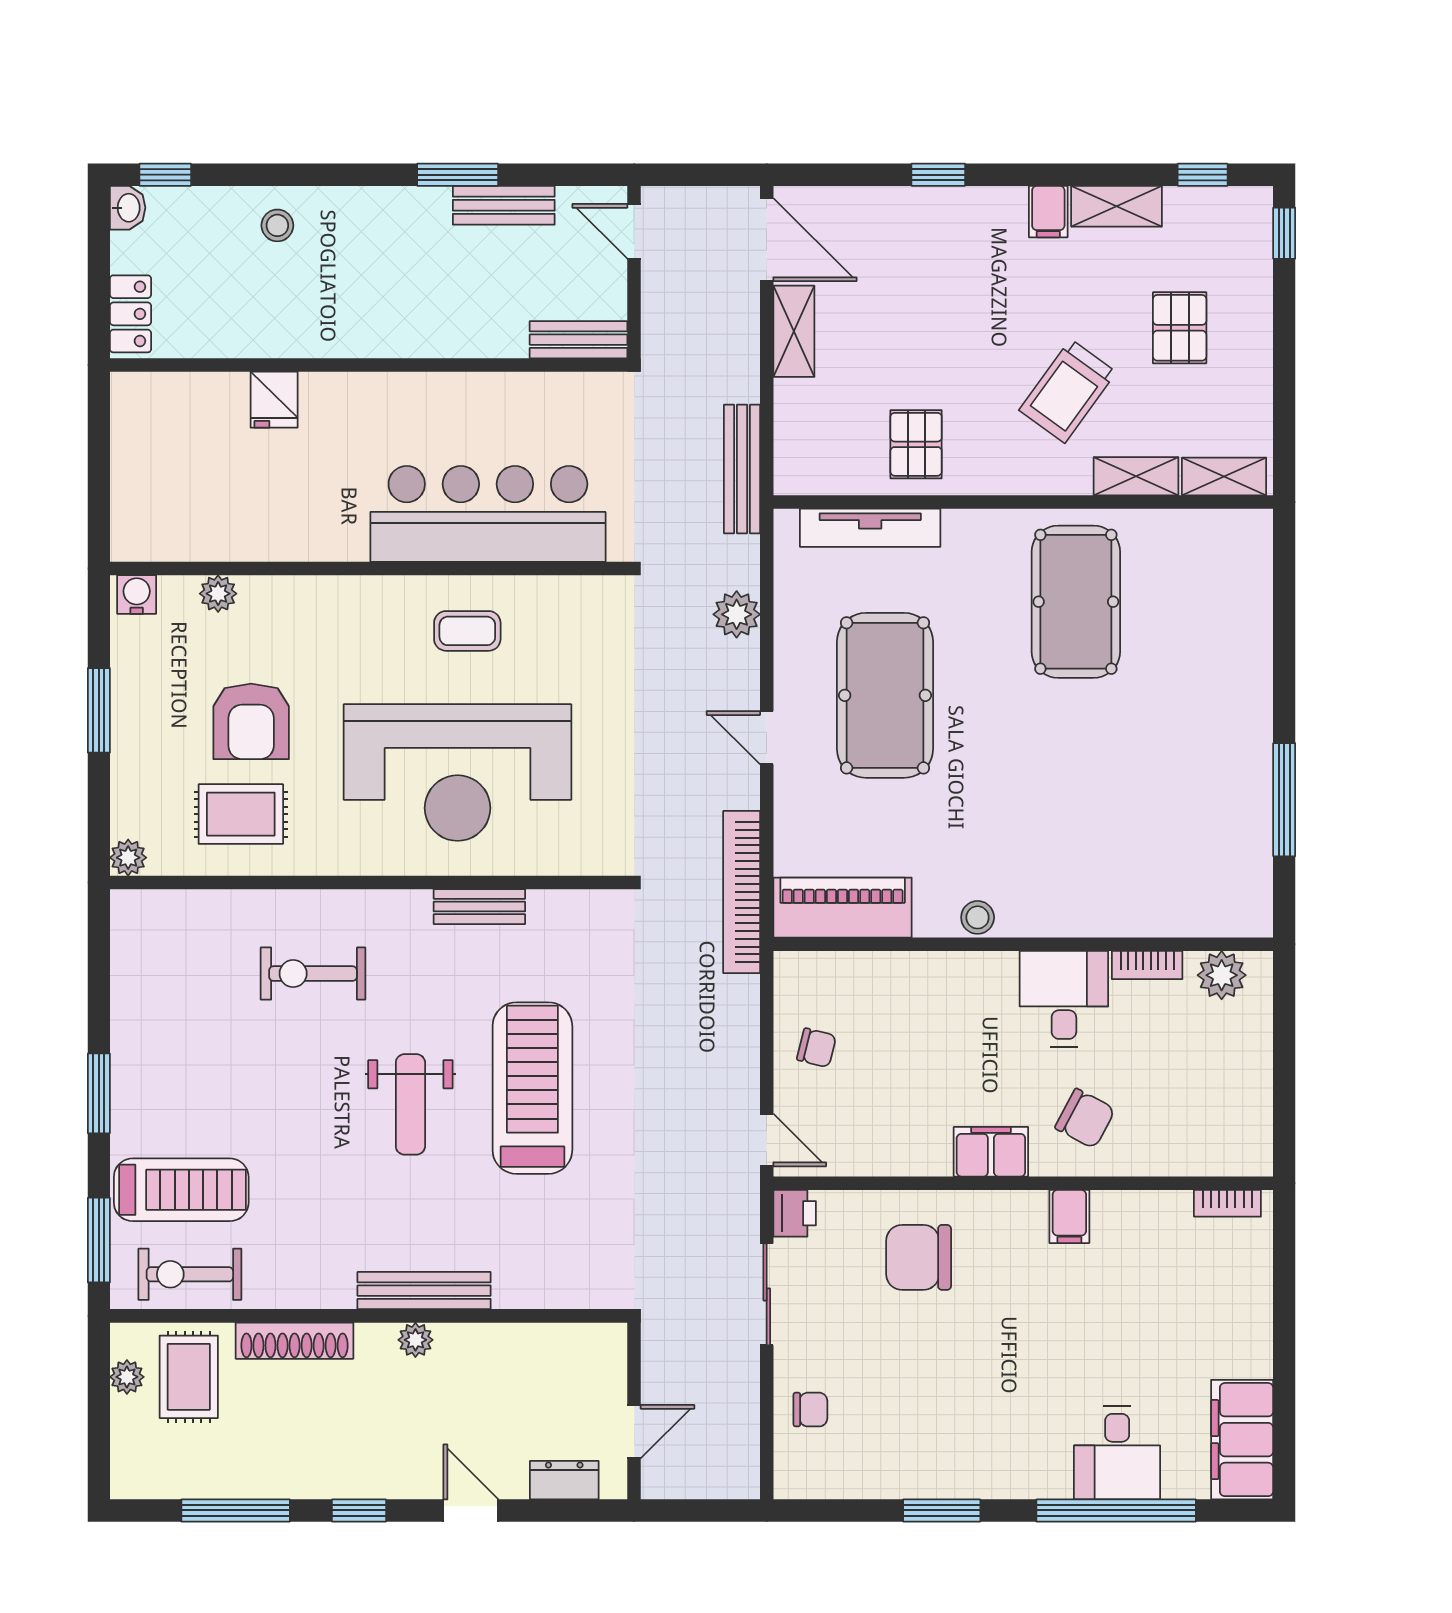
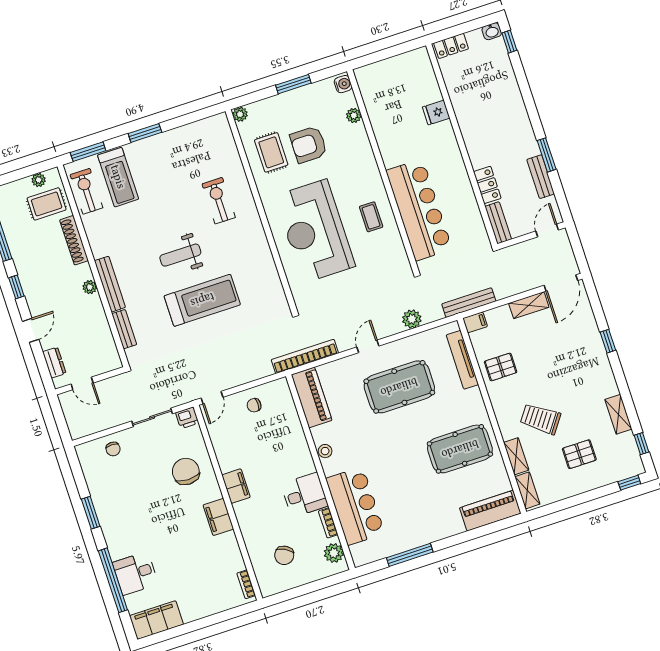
filing cabinet: (1048, 212) -> (475, 322), moved, turned 180
stool: (277, 225) -> (504, 92), removed
locker: (482, 336) -> (487, 185), added
piano: (1243, 578) -> (490, 511), added
bar counter: (1129, 889) -> (355, 506), added
bench: (479, 907) -> (124, 329), moved
chair: (817, 1048) -> (254, 405), turned 76
chair: (1085, 1119) -> (284, 555), moved
filing cabinet: (1069, 1216) -> (218, 517), width x2.00

